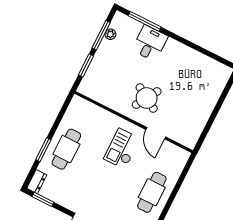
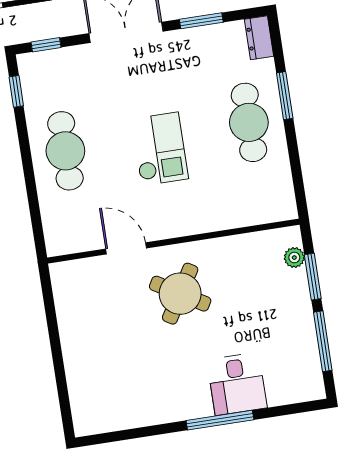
window: (145, 21) -> (220, 420), moved
plant: (110, 34) -> (294, 258), moved
checkout: (122, 149) -> (160, 149), moved
window: (43, 199) -> (201, 21), moved

